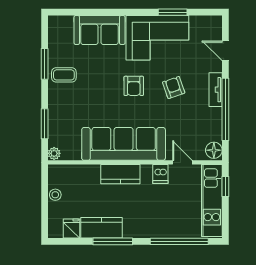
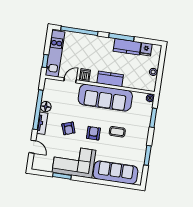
sofa: (100, 30) -> (115, 172), width x1.36
coffee table: (64, 75) -> (117, 132), moved
floor lamp: (214, 150) -> (46, 107), moved
door: (182, 162) -> (70, 80), swing flipped

